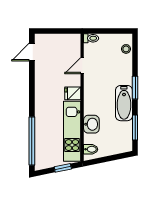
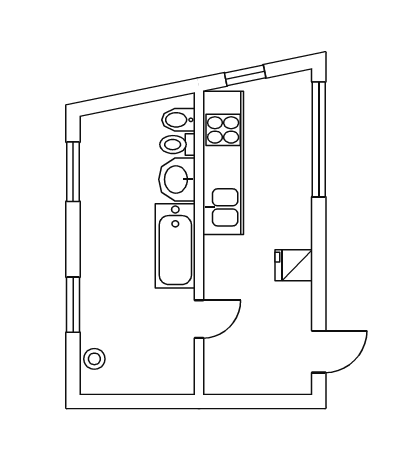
toilet: (91, 38) -> (178, 145), moved
window: (135, 88) -> (73, 305), moved
fridge: (73, 93) -> (294, 265), moved, turned 180
bathtub: (124, 103) -> (175, 246), moved, turned 180

